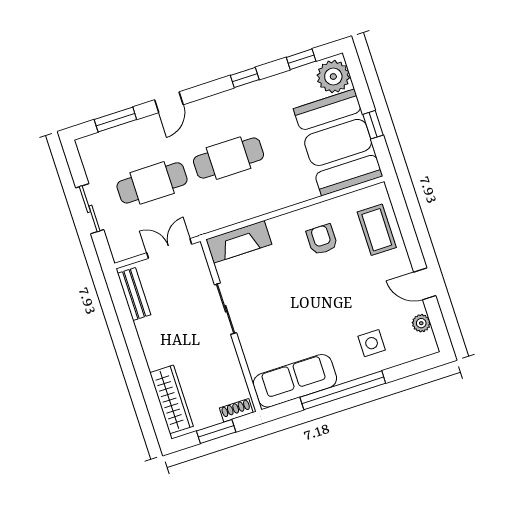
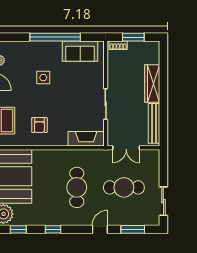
cafe table: (229, 158) -> (77, 187), turned 90
sliding door: (90, 209) -> (163, 201), moved
bench: (134, 294) -> (154, 123), width x1.36
side table: (372, 343) -> (43, 78), moved
sofa: (295, 381) -> (80, 51), width x0.73
wardrobe: (171, 399) -> (152, 83), moved

